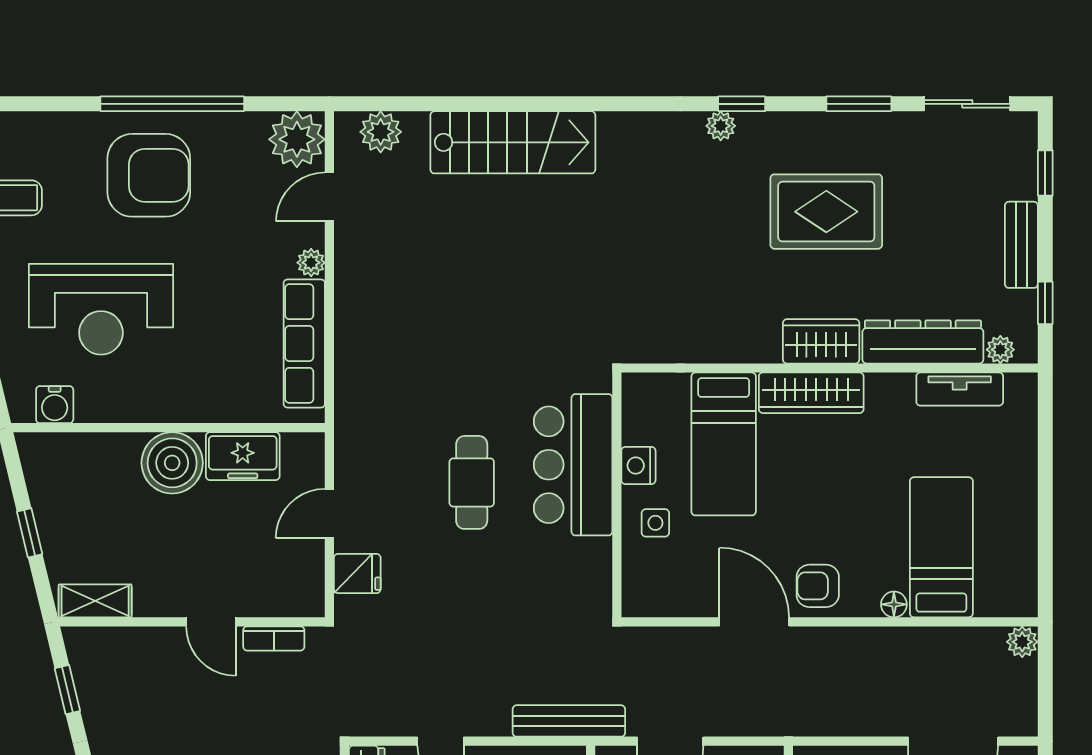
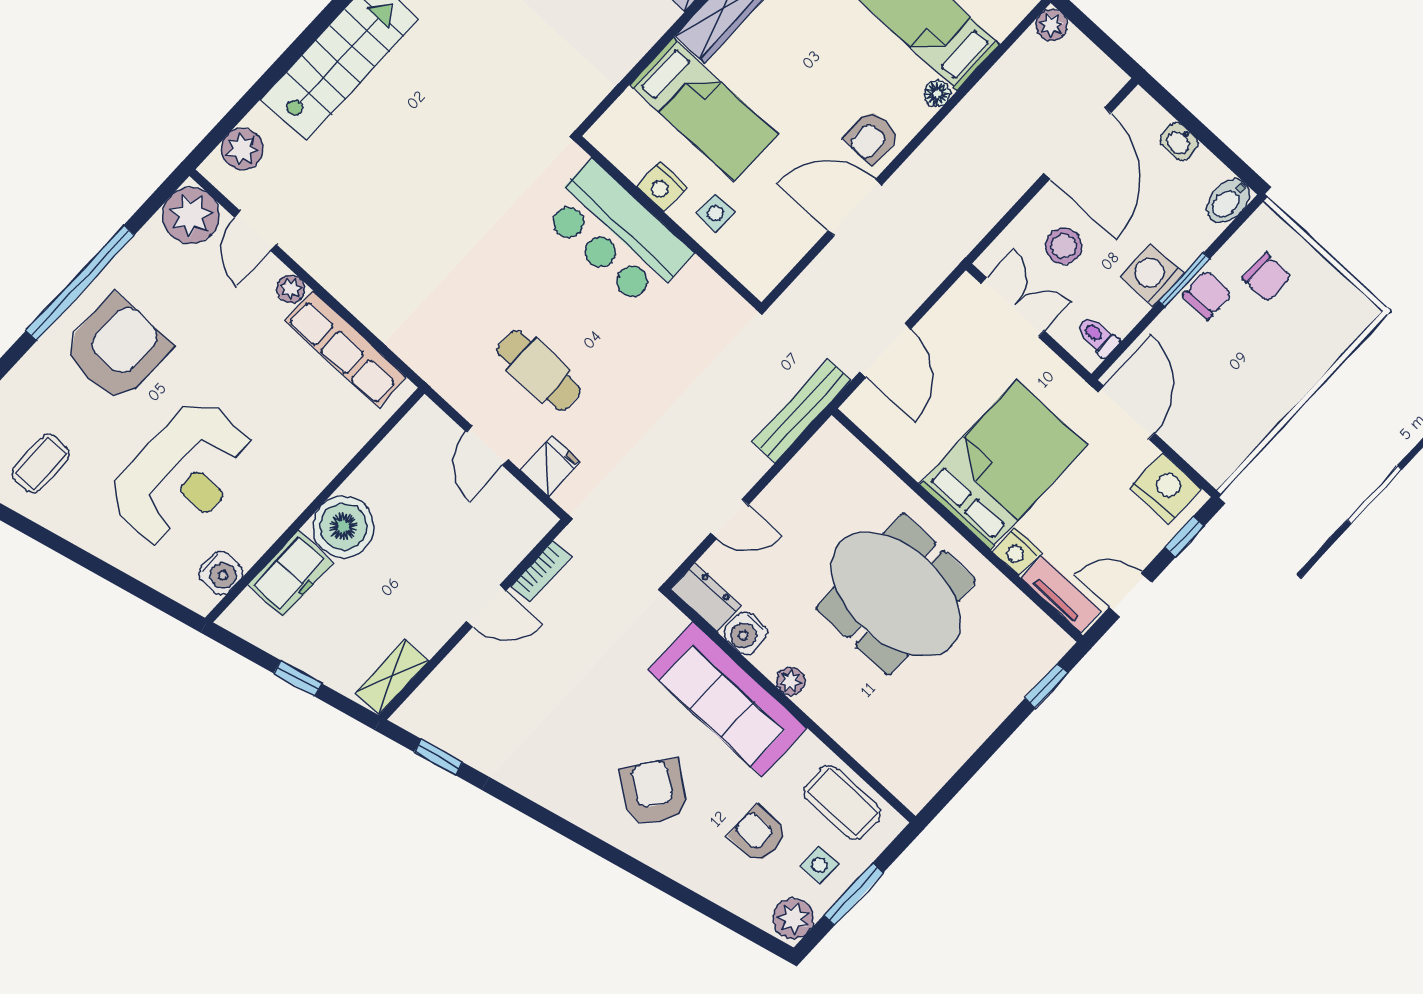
freezer: (243, 456) -> (291, 574), moved
cafe table: (472, 482) -> (539, 370), moved

